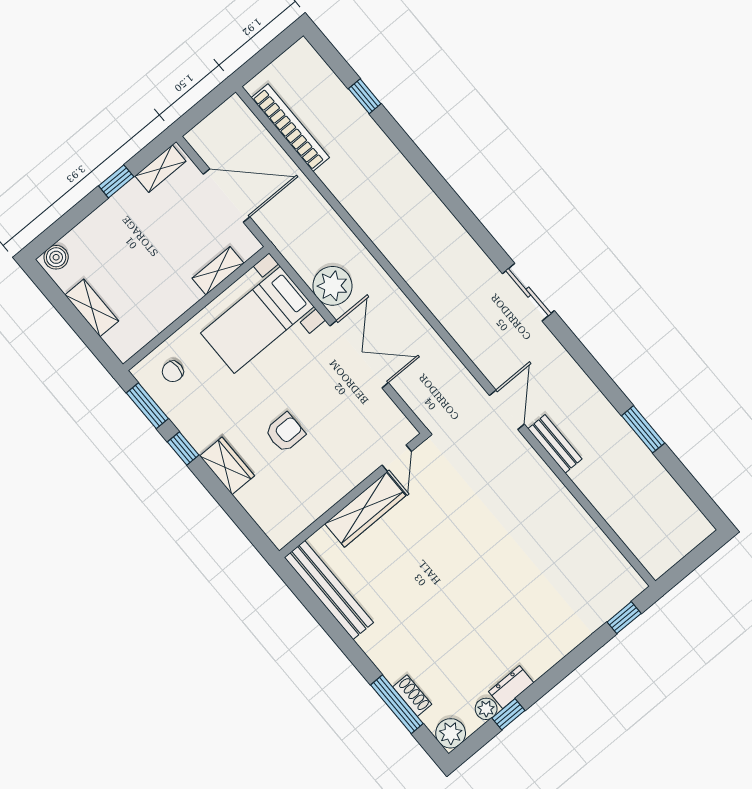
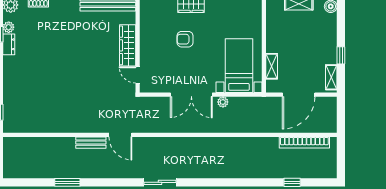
plant: (332, 286) -> (223, 102), width x0.53, depth x0.53
chair: (173, 371) -> (247, 15), removed
armchair: (285, 432) -> (185, 39), turned 90

